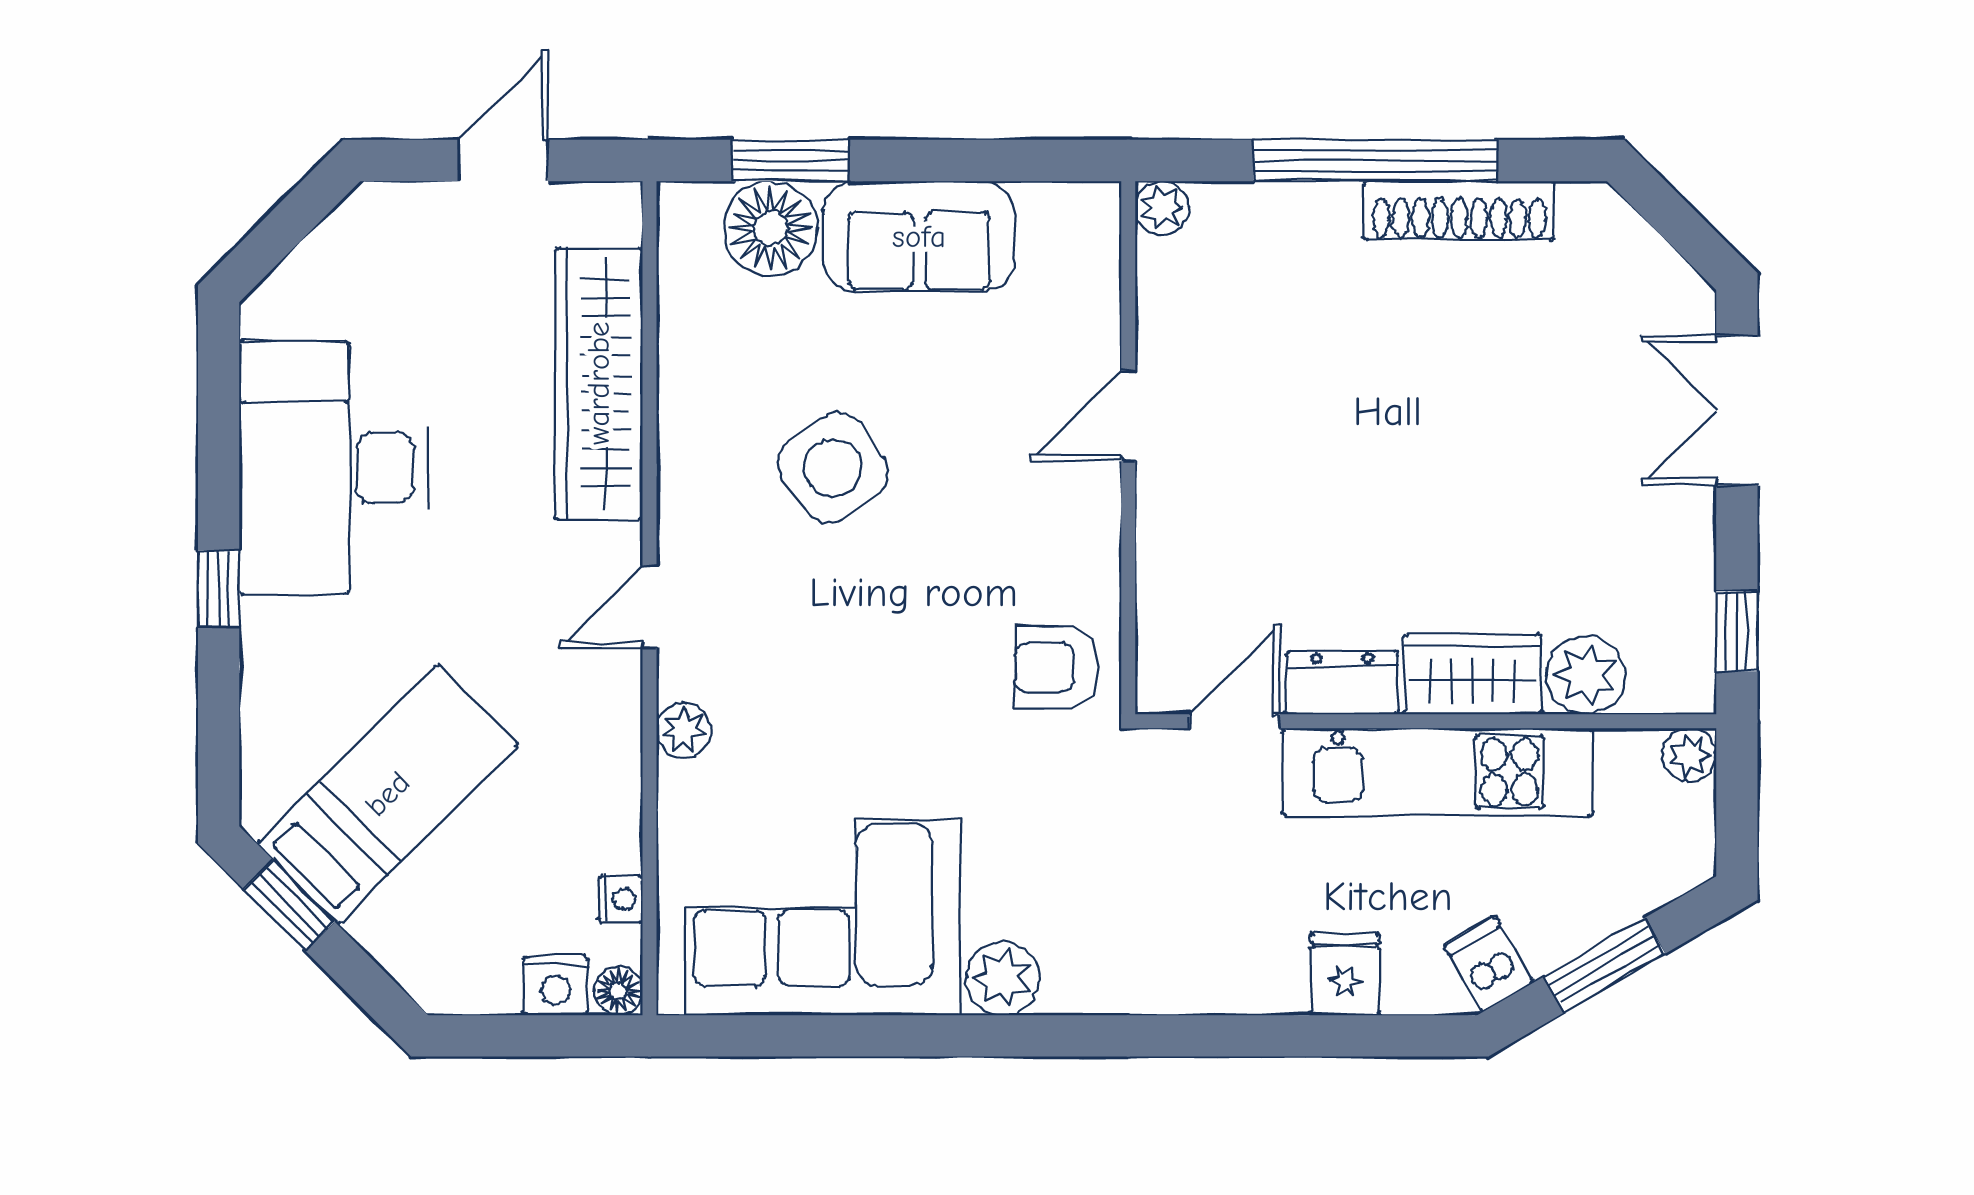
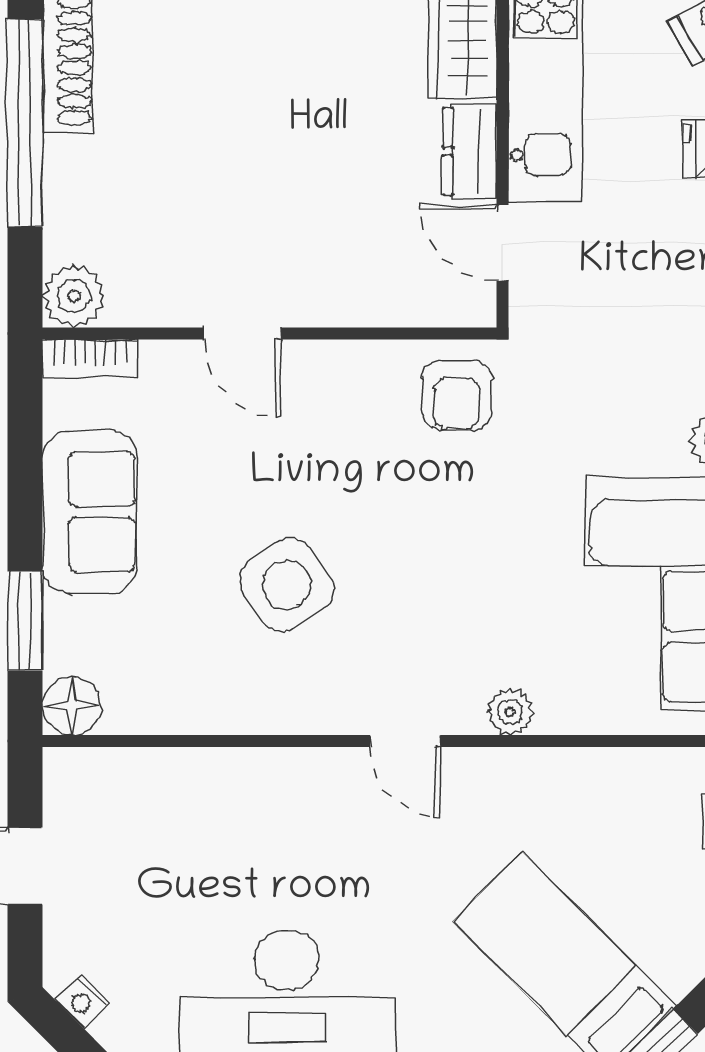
plant: (1162, 208) -> (74, 296), width x1.38, depth x1.38
floor lamp: (770, 228) -> (72, 706), moved, width x0.73, depth x0.73
bookcase: (1099, 237) -> (90, 358), added
wardrobe: (599, 383) -> (215, 784), removed
nightstand: (621, 899) -> (83, 1001), moved, turned -135

